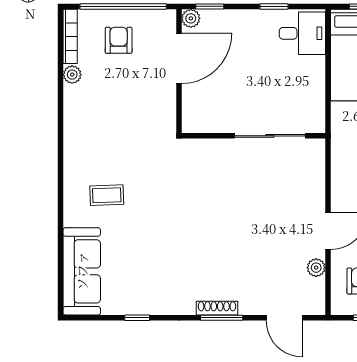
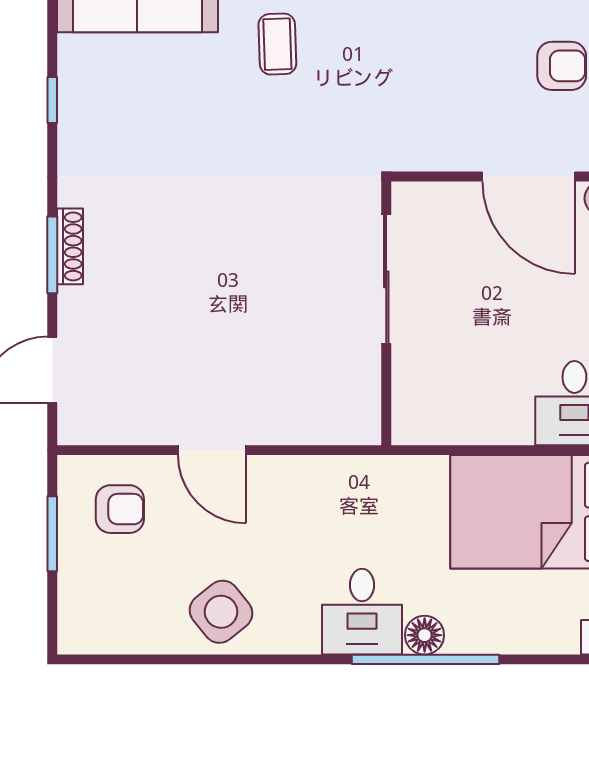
sliding door: (270, 136) -> (386, 279), moved
plant: (316, 268) -> (144, 428), removed

